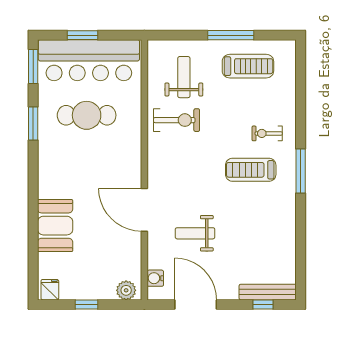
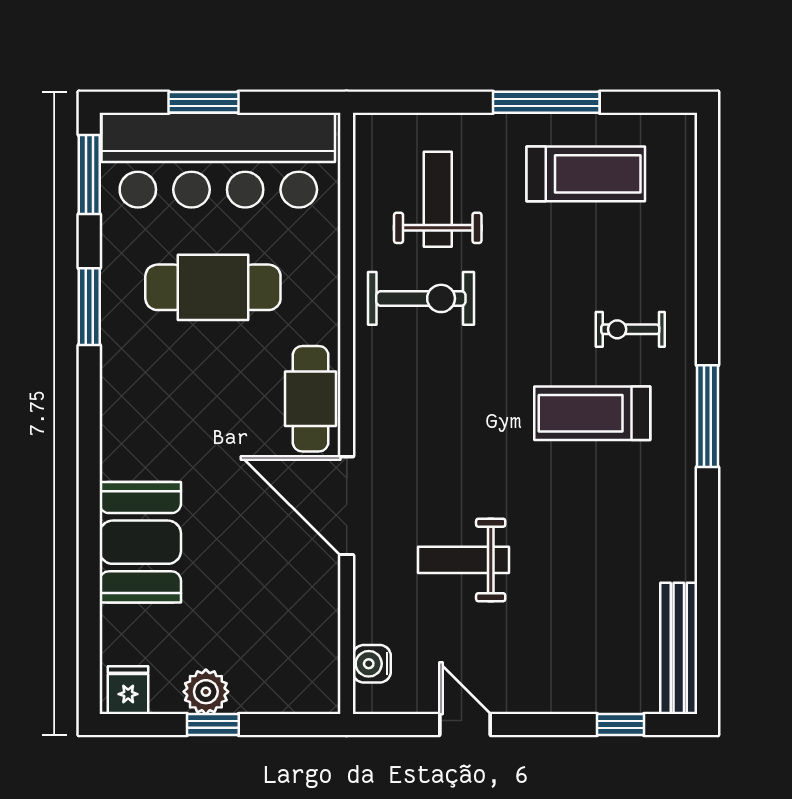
cafe table: (129, 163) -> (311, 399), added
plant: (126, 290) -> (206, 692), moved
bench: (268, 292) -> (679, 648), moved, turned 90
door: (196, 304) -> (465, 725), width x0.53

